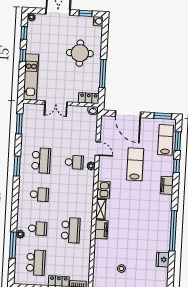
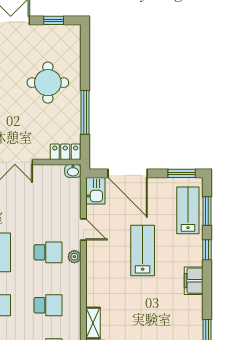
water cooler: (98, 21) -> (74, 32), removed
kitchen sink: (103, 190) -> (95, 191), moved
school desk: (72, 196) -> (48, 305), added

